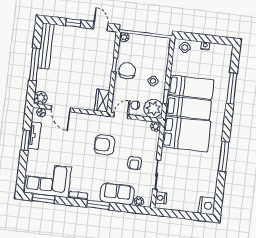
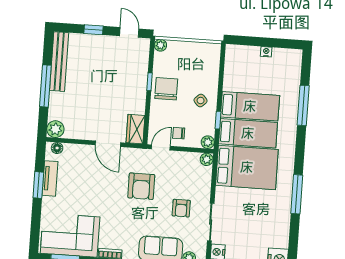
side table: (185, 47) -> (240, 55), removed
plant: (153, 108) -> (208, 142), width x0.53, depth x0.53
door: (61, 109) -> (108, 144), moved
armchair: (105, 145) -> (141, 186), turned -90

